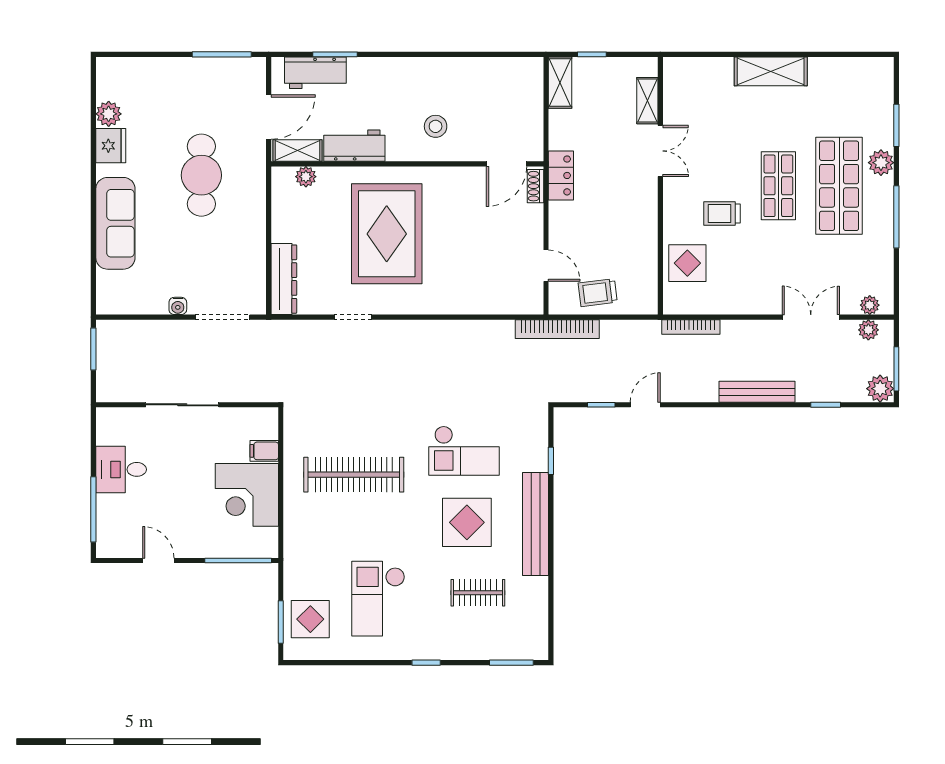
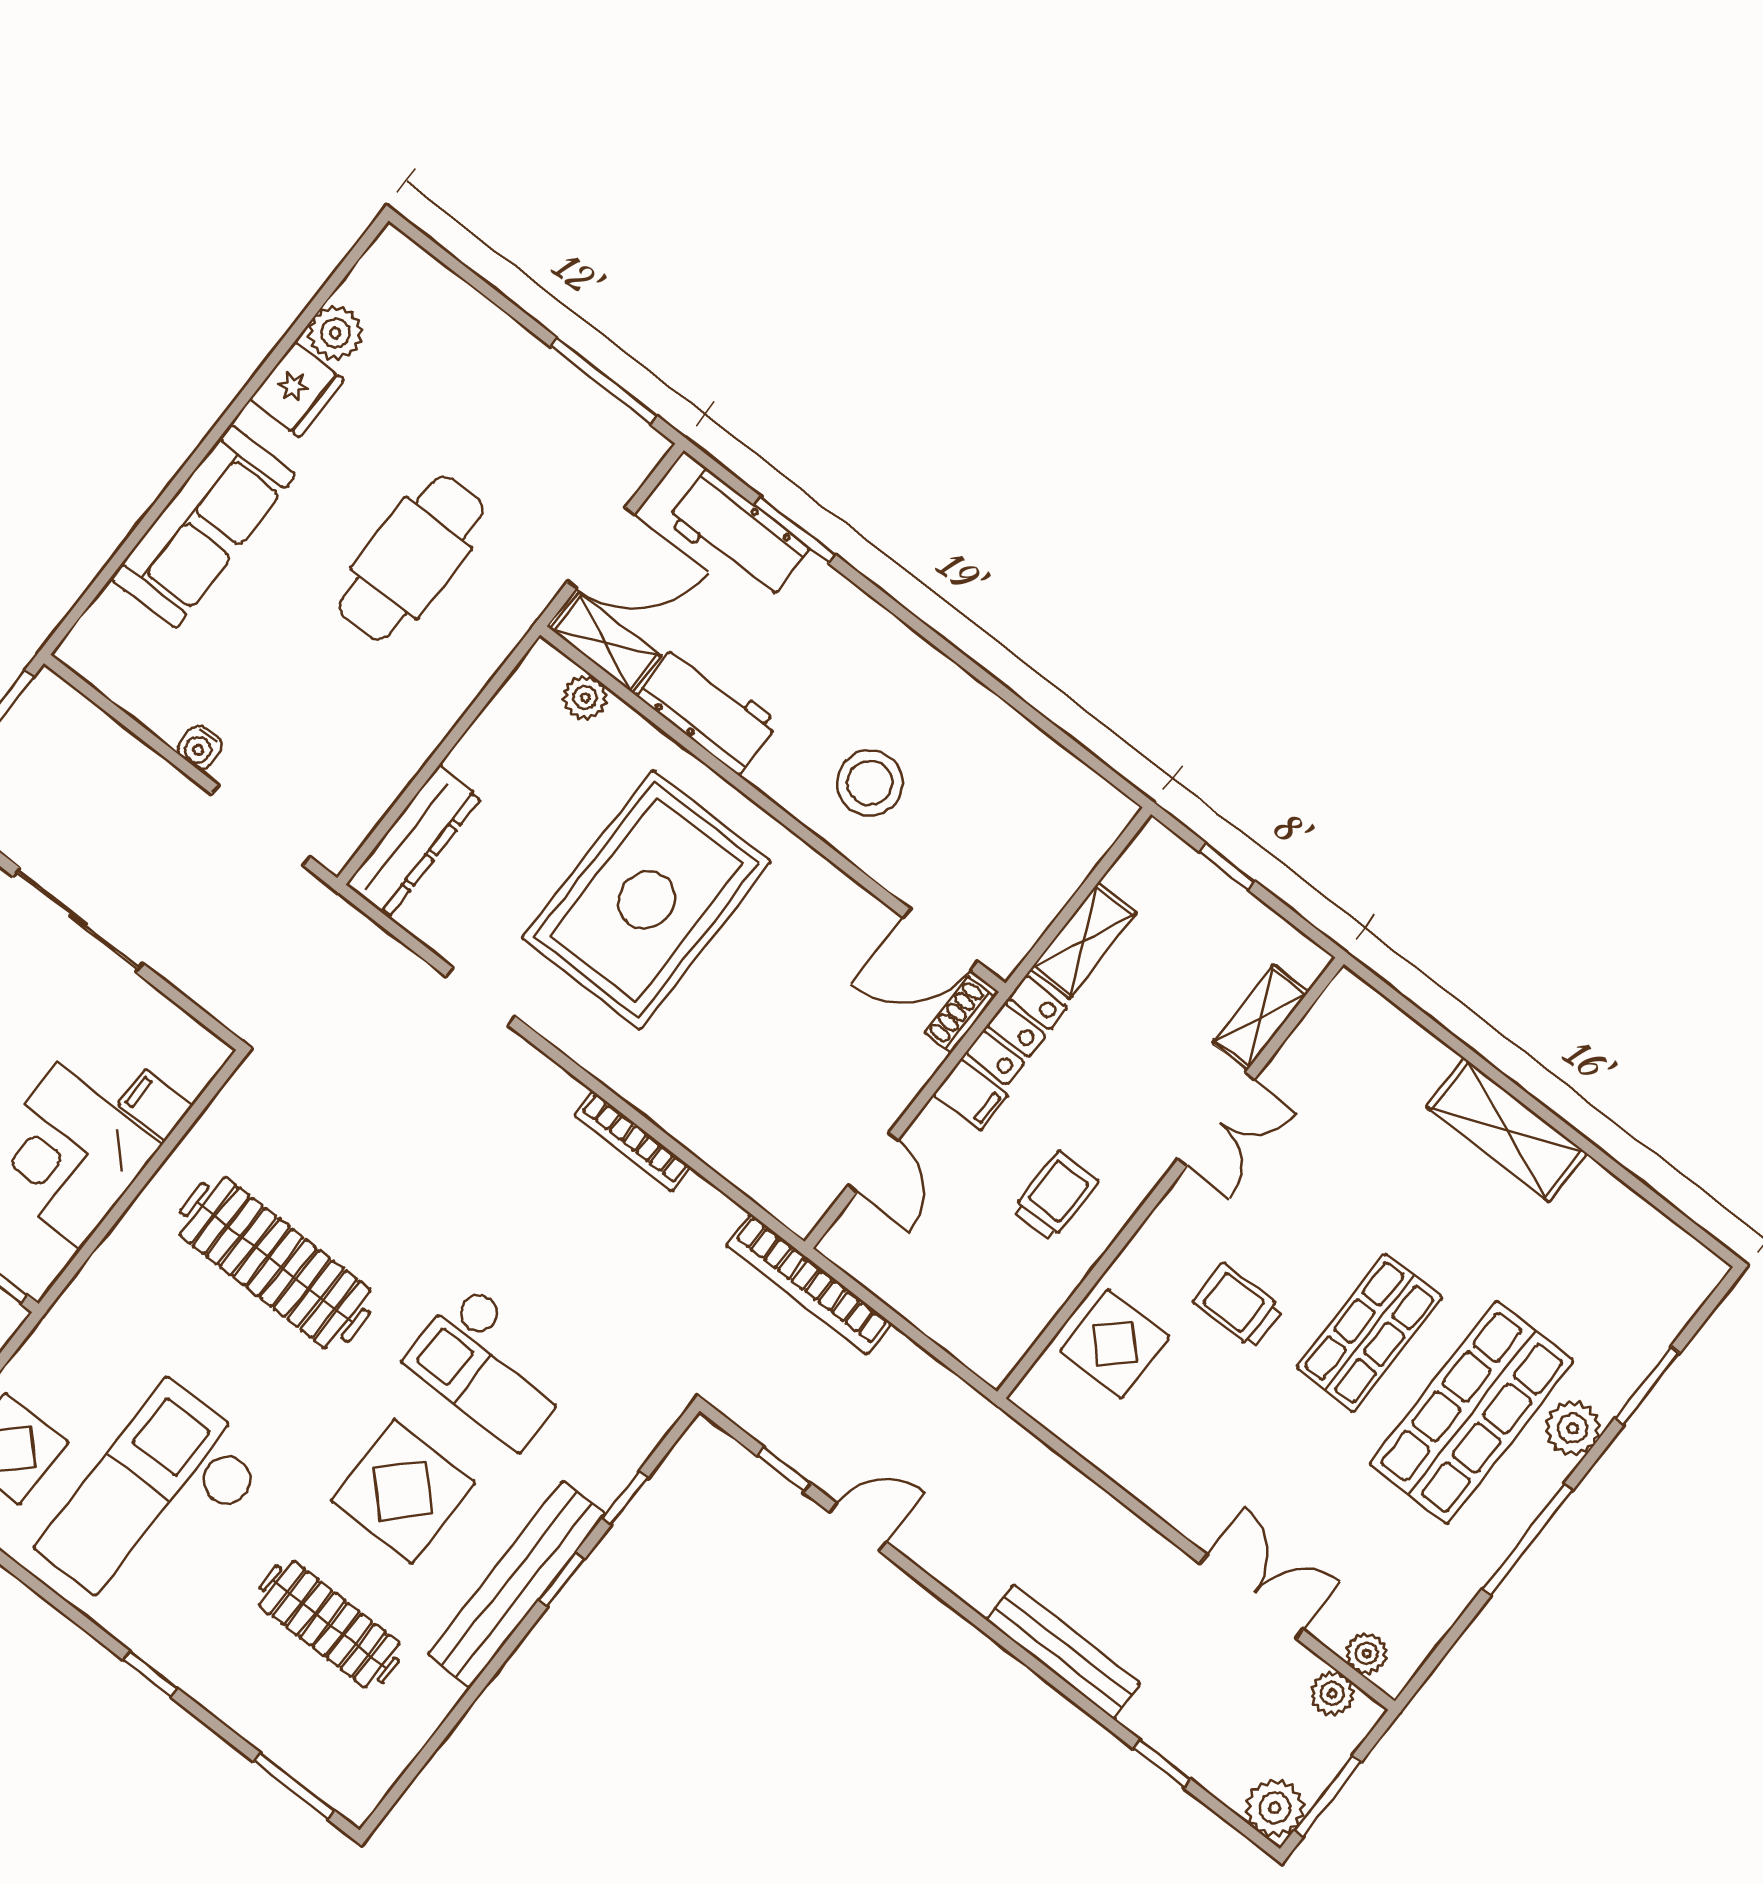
shelving: (560, 83) -> (1084, 941), moved
stool: (436, 126) -> (870, 783), width x1.38, depth x1.38
filing cabinet: (563, 213) -> (970, 1095), added
trolley: (598, 293) -> (1055, 1196), moved, turned 97
bookcase: (691, 327) -> (632, 1141), moved
window: (551, 509) -> (562, 1580), added
clothes rail: (478, 593) -> (329, 1624), width x1.36
checkout: (378, 599) -> (154, 1504), width x1.36, depth x1.21

